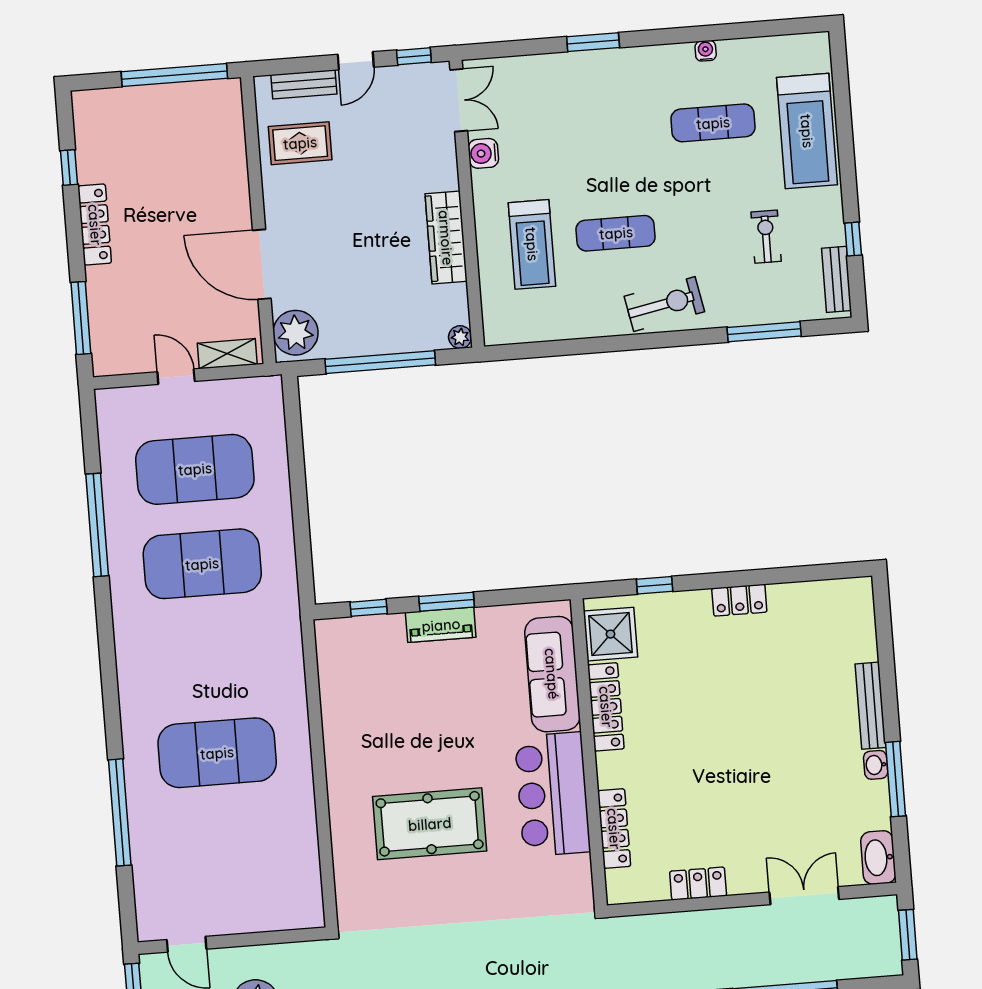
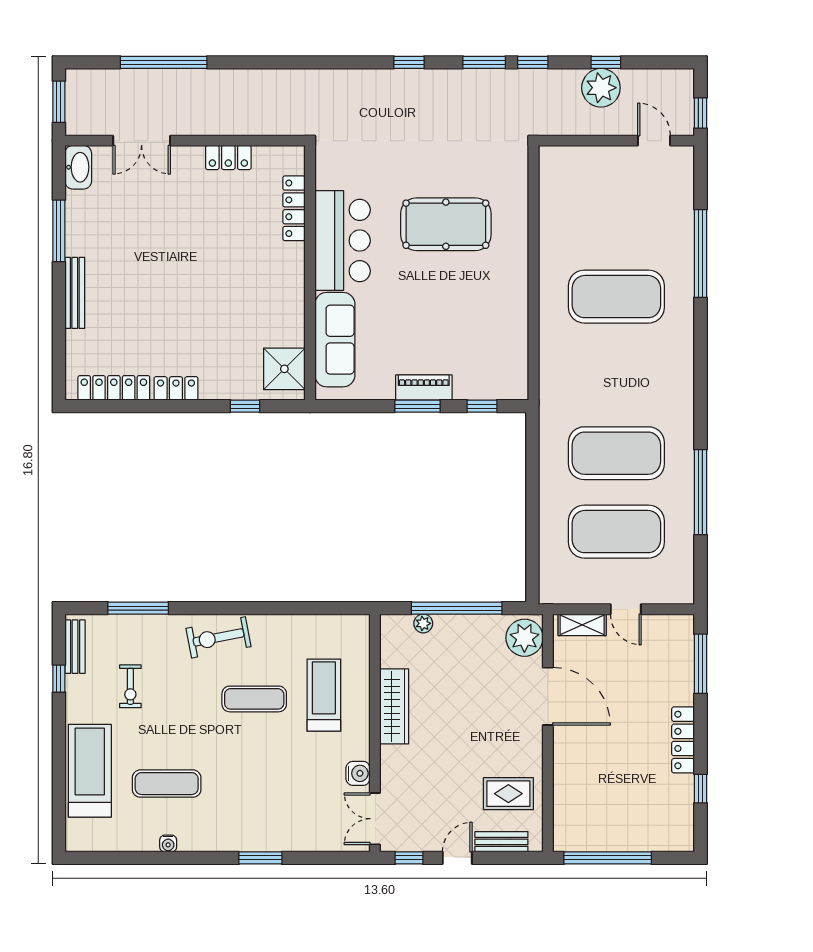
plant: (460, 337) -> (423, 623), moved
locker: (606, 707) -> (114, 388), moved, turned 90
washbasin: (876, 765) -> (74, 244), removed

